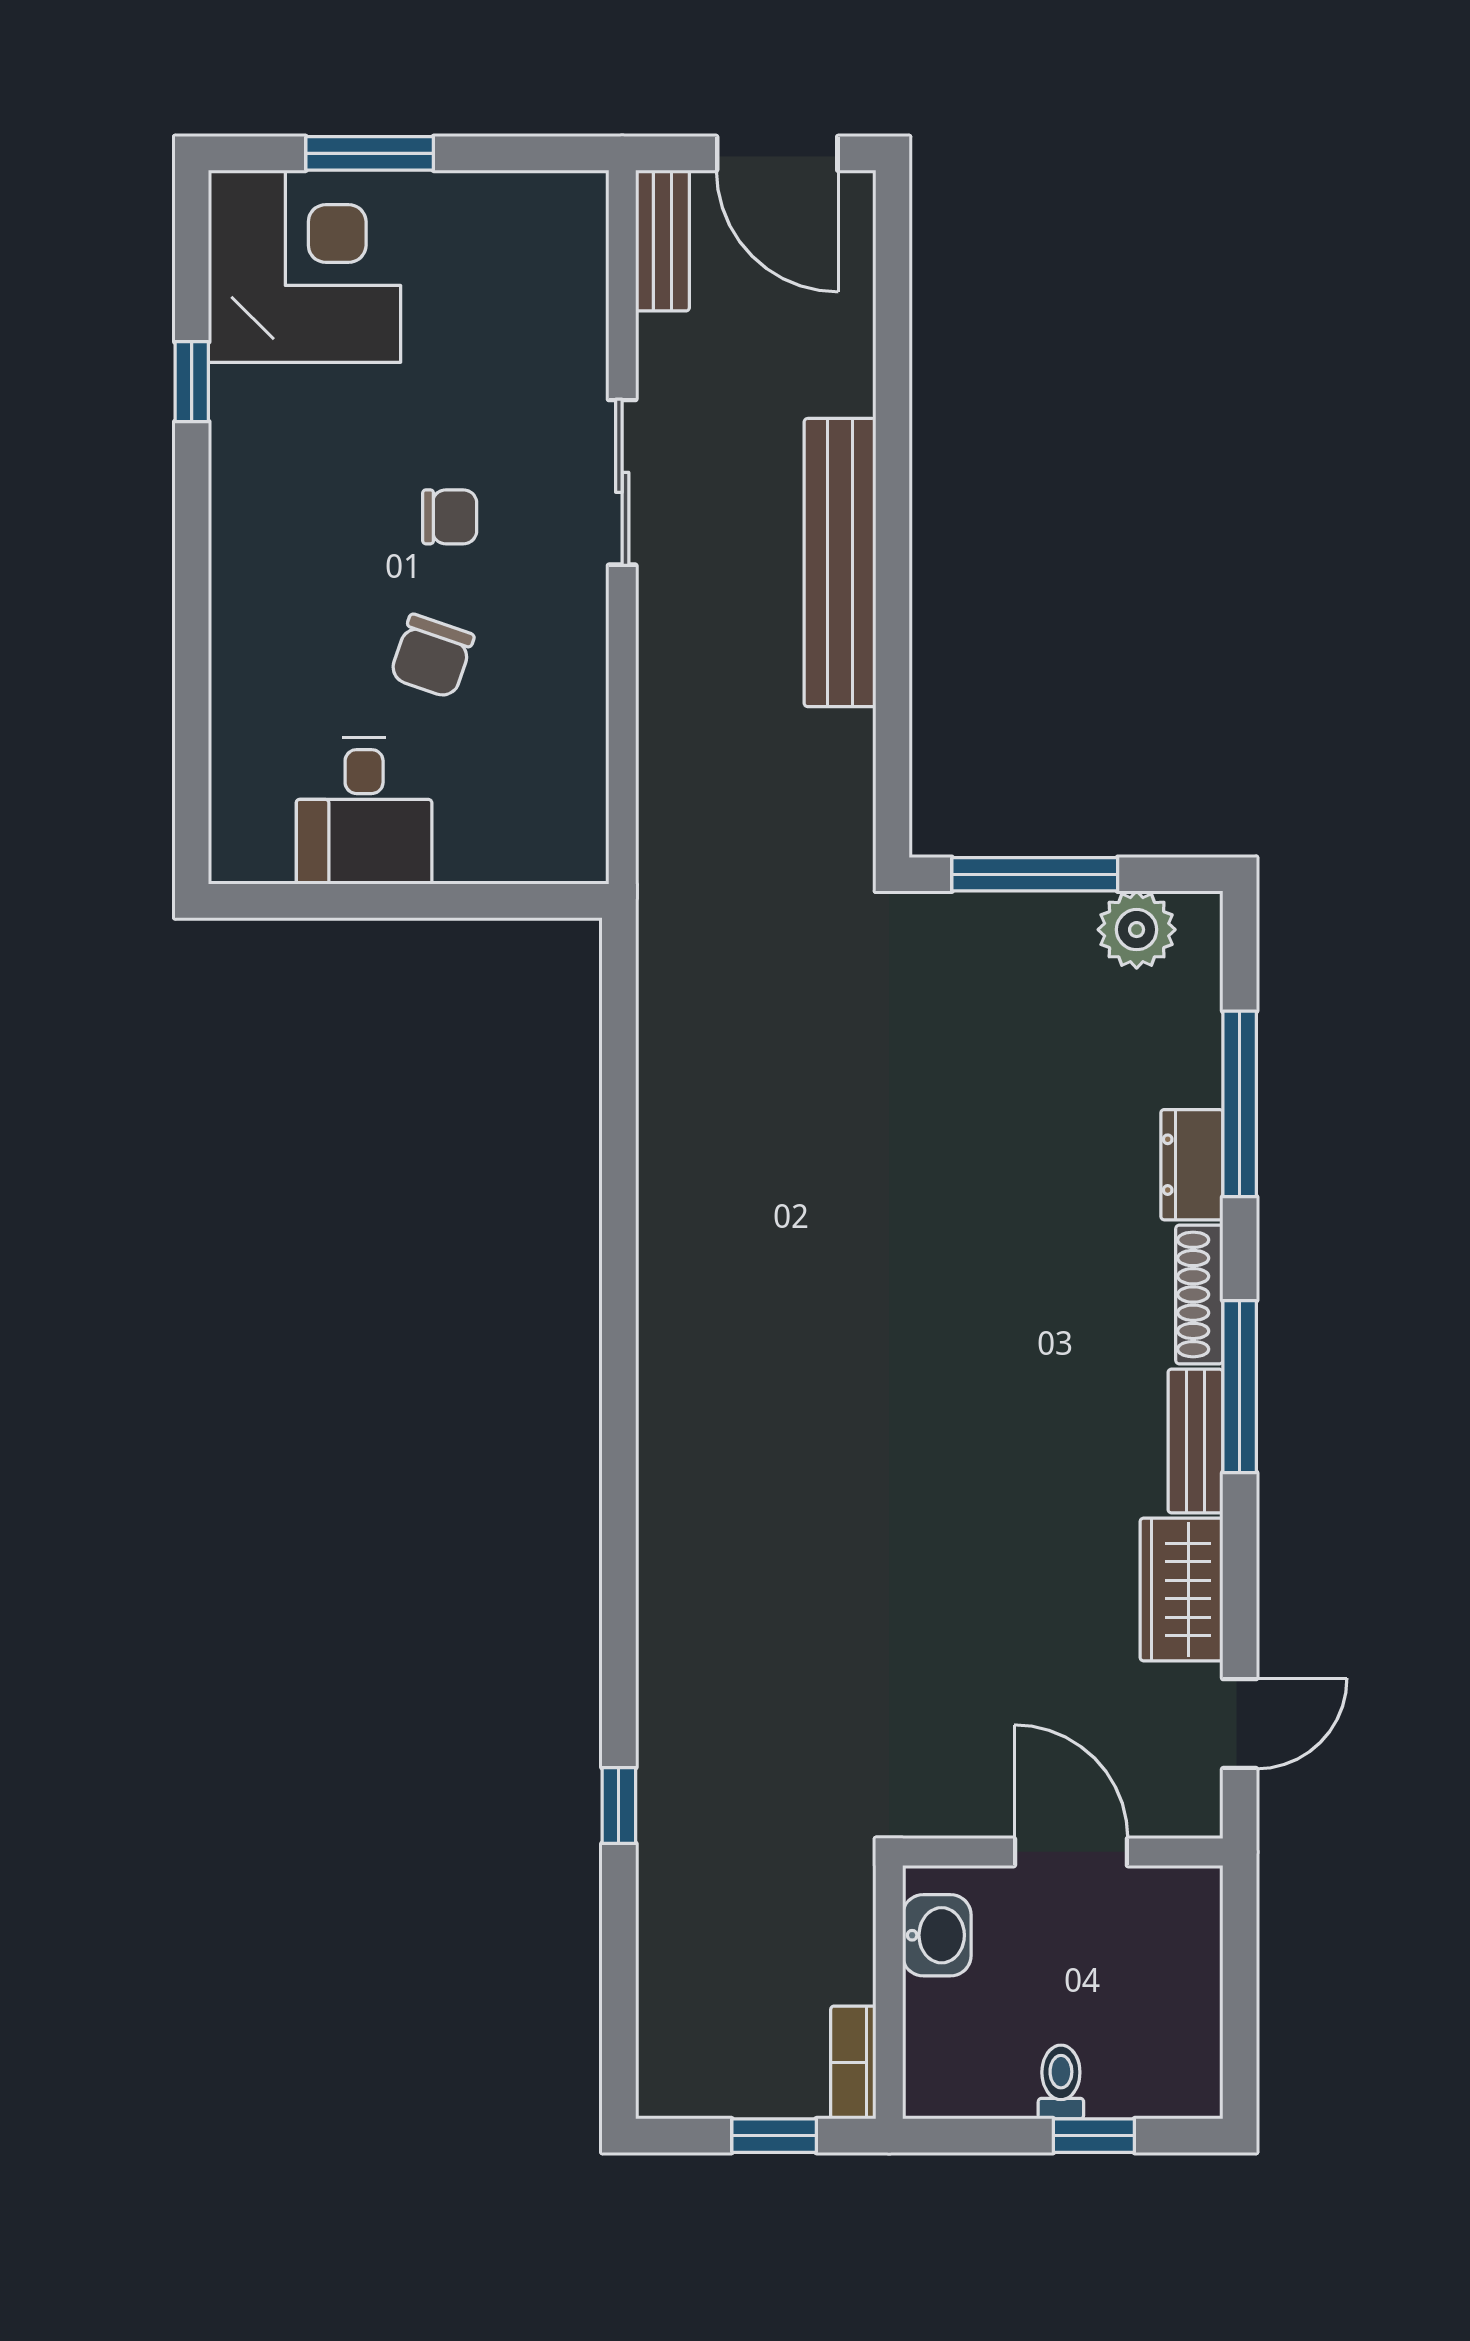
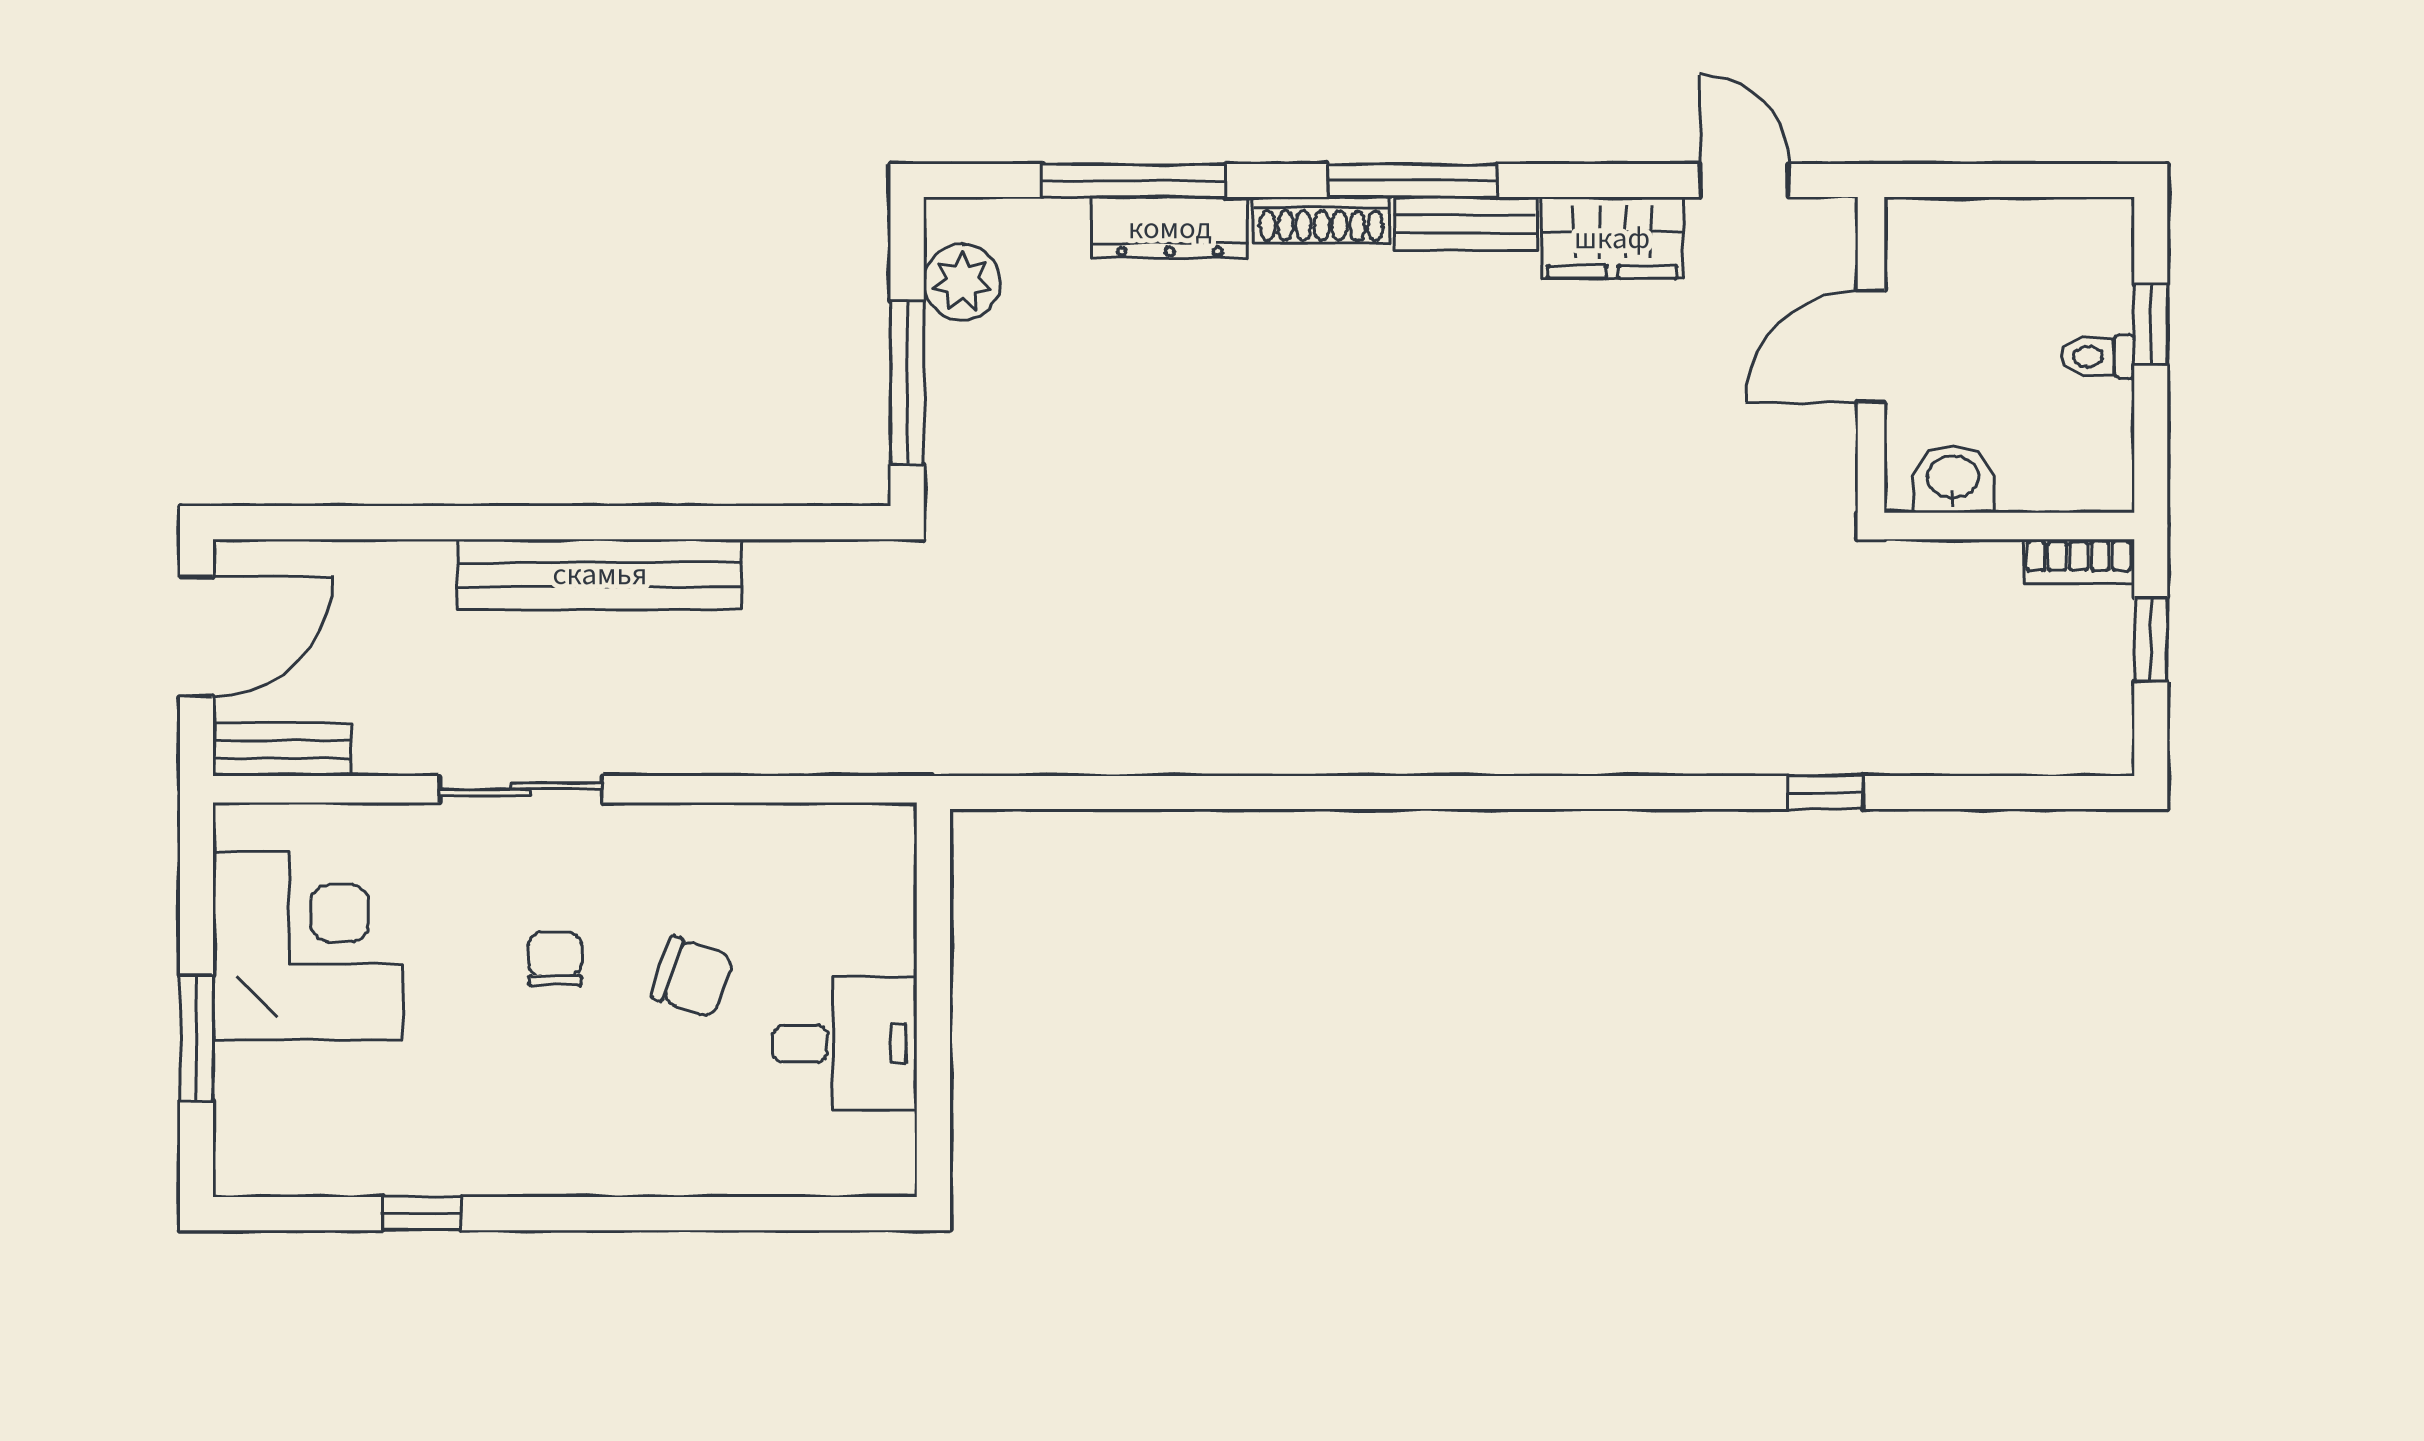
corner desk: (305, 266) -> (308, 945), moved, turned 90
dresser: (1192, 1165) -> (1170, 228), width x1.44

